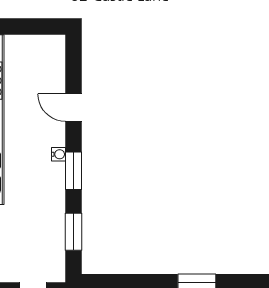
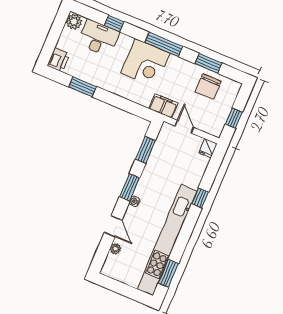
plant: (57, 78) -> (115, 249), added

